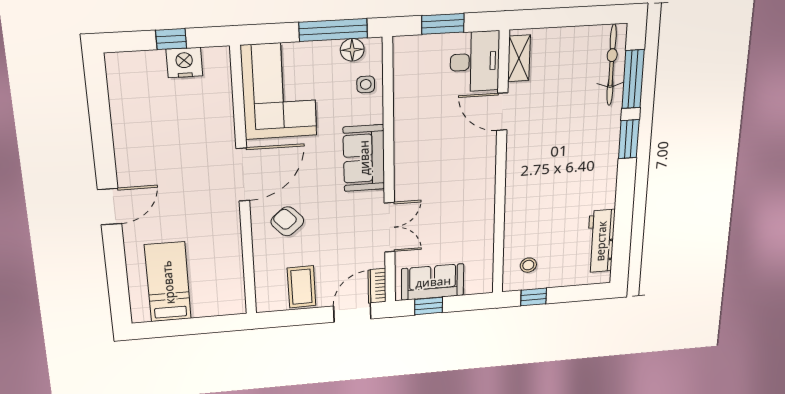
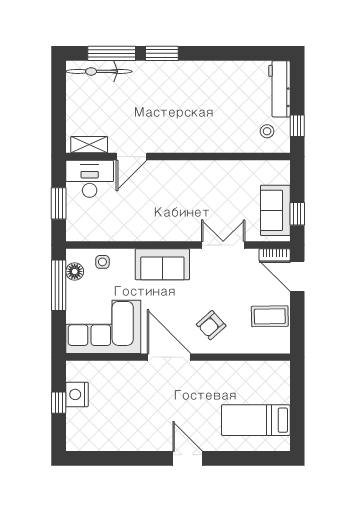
workbench: (601, 241) -> (279, 89), moved, turned 90

